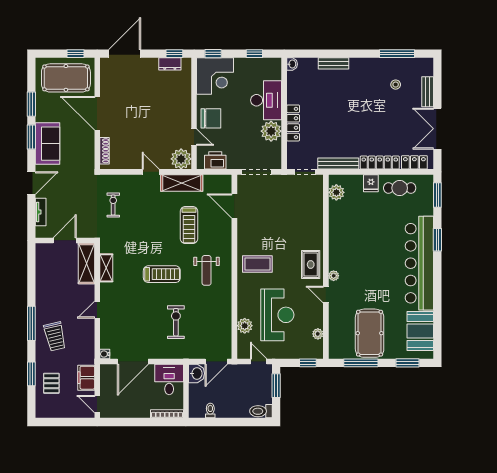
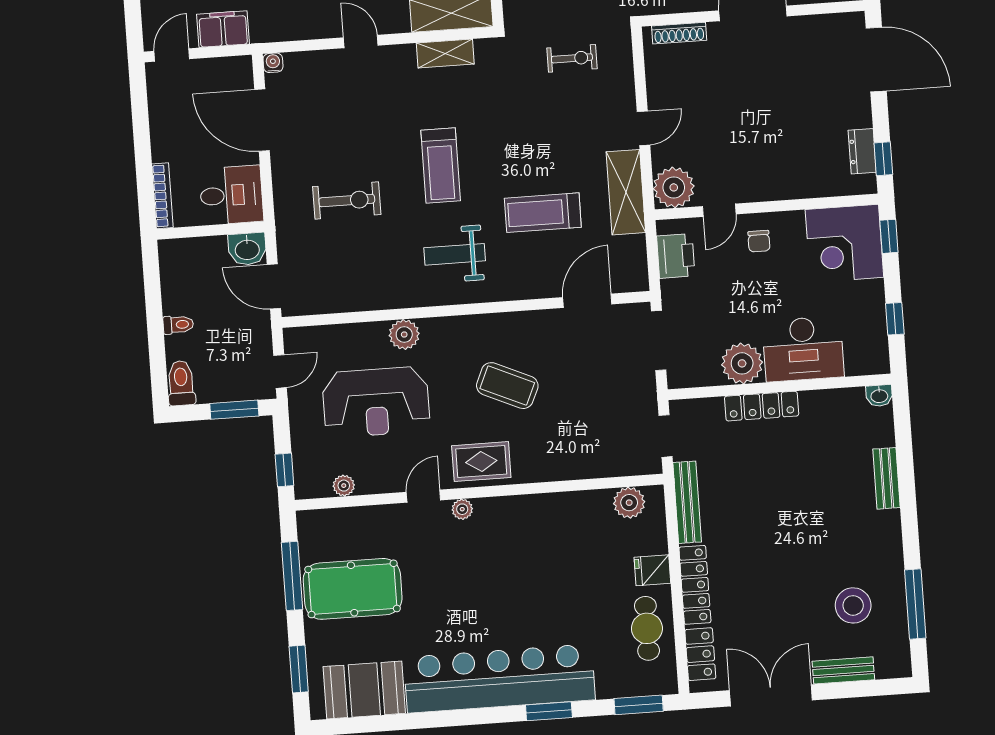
stool: (396, 85) -> (853, 605), width x1.89, depth x1.89
chair: (211, 118) -> (759, 241), width x0.54, depth x0.54
coffee table: (257, 264) -> (507, 386), moved, turned -66
plant: (245, 326) -> (404, 335), moved
toilet: (210, 411) -> (178, 325), moved

